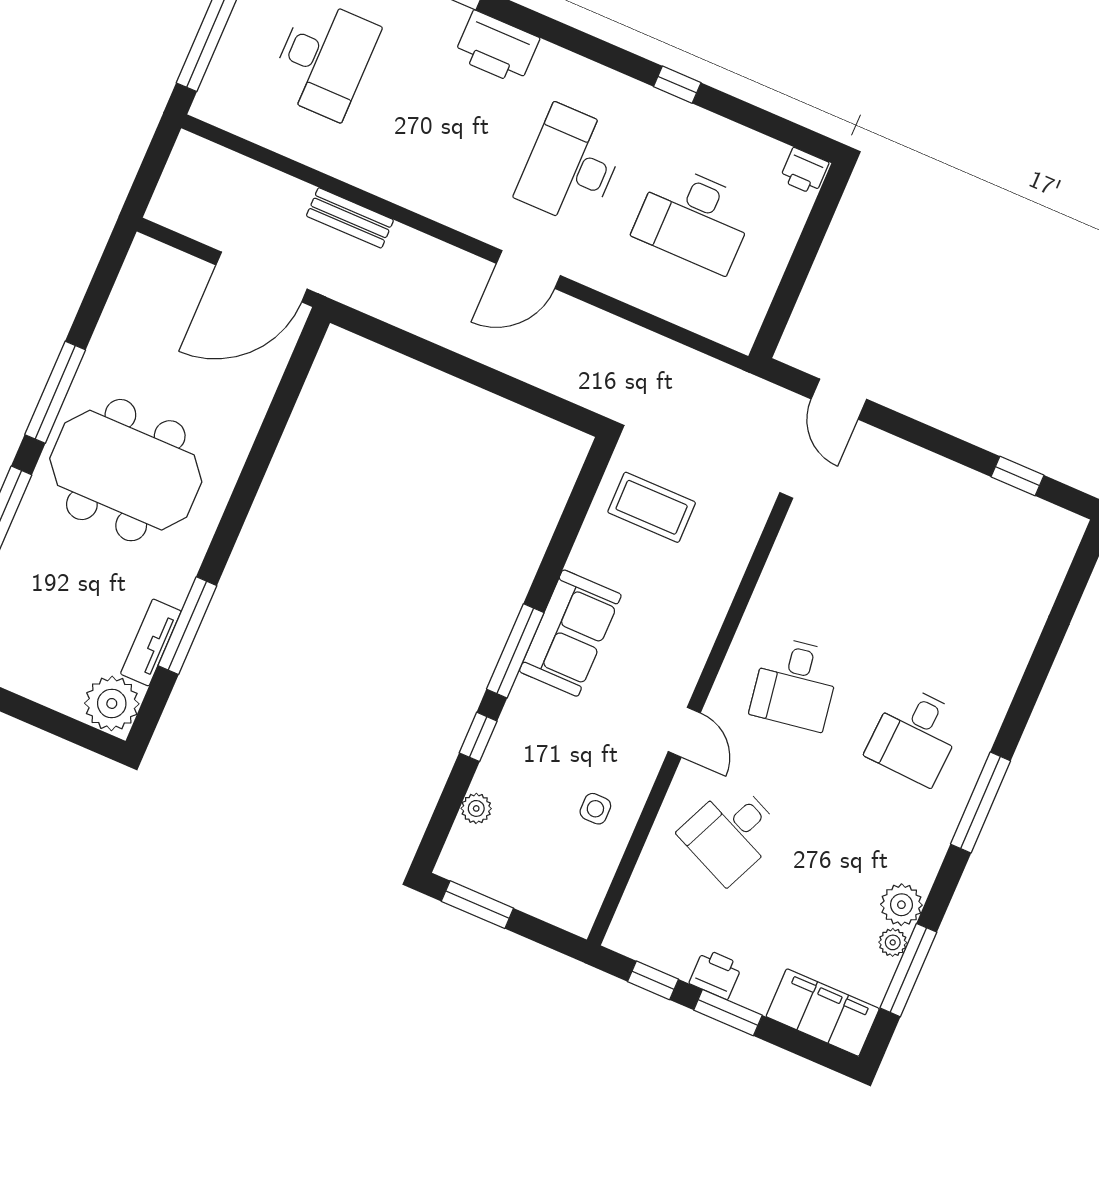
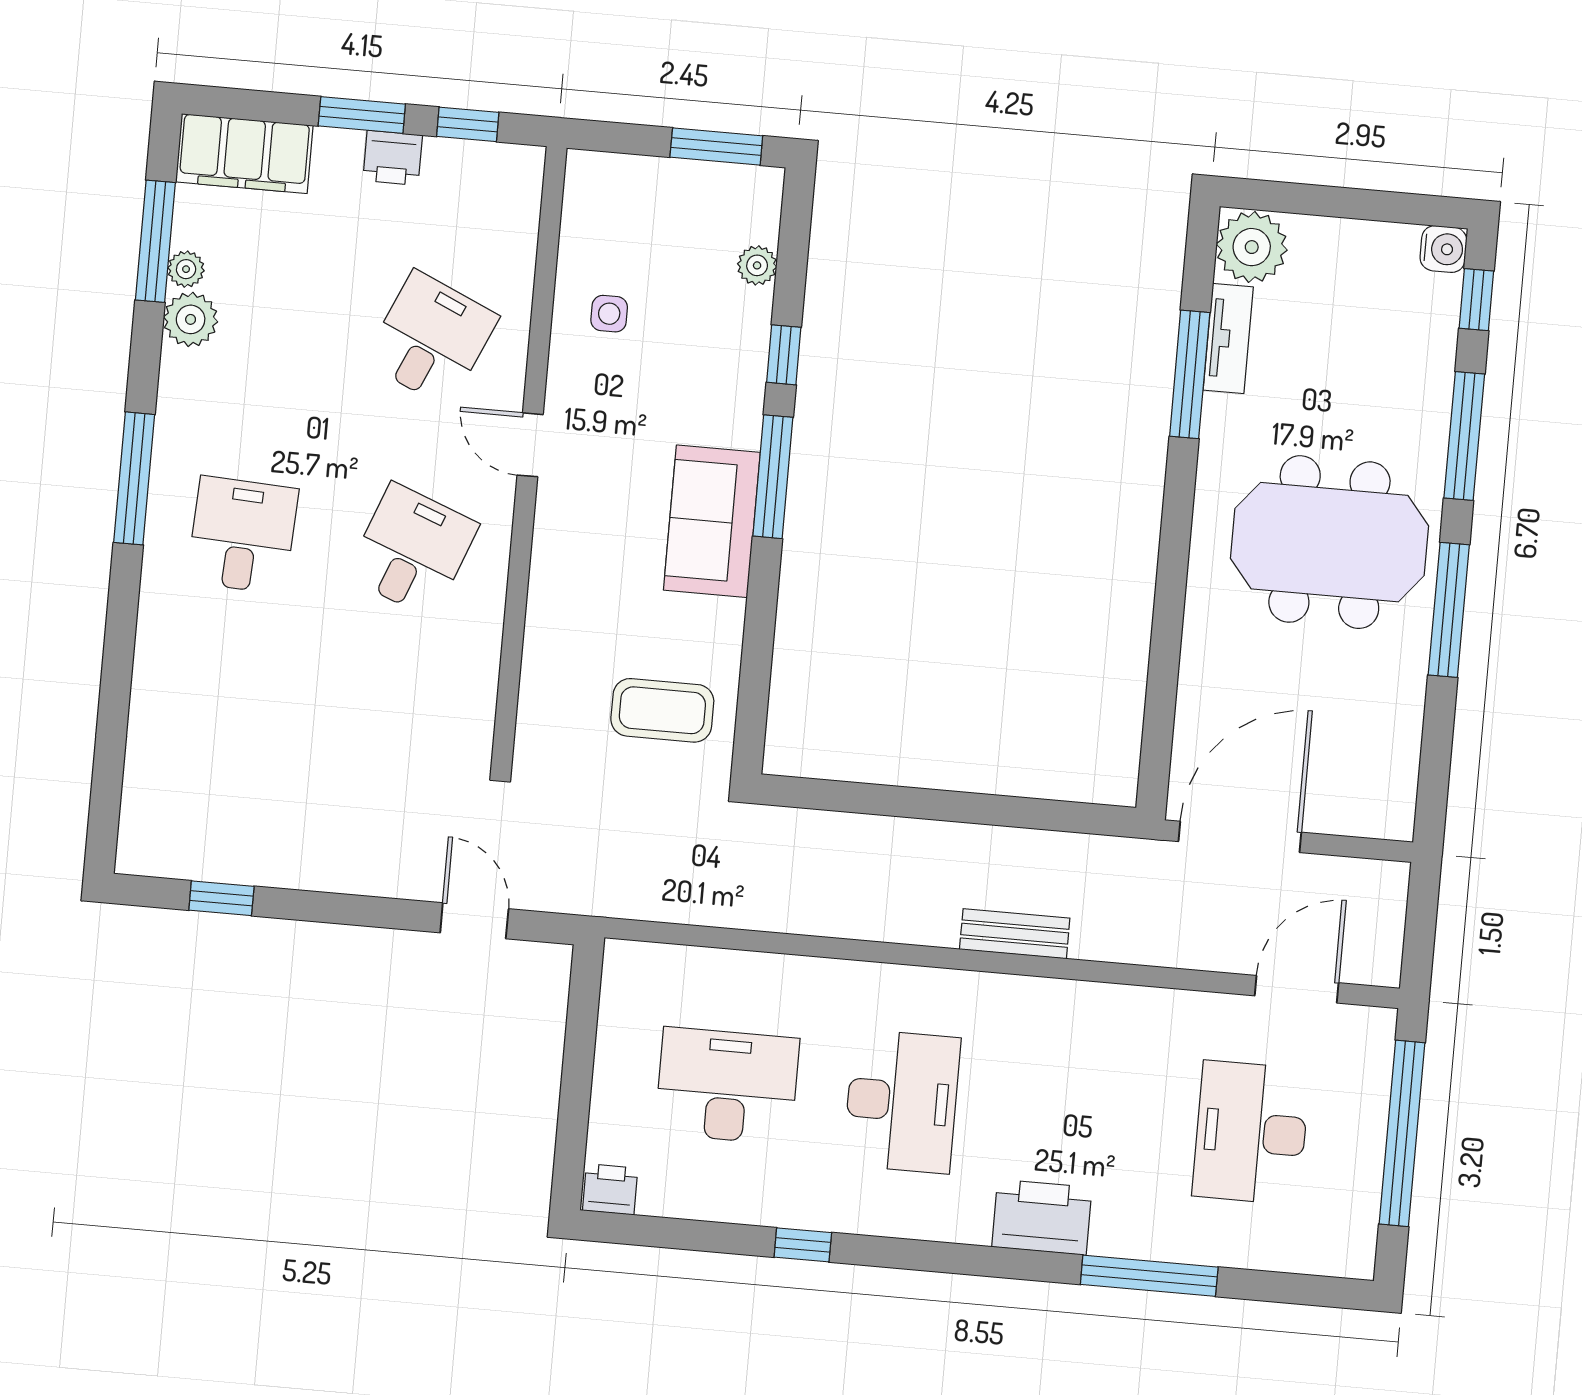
bench: (350, 218) -> (1015, 934), moved
door: (528, 269) -> (1297, 989), moved
desk: (795, 684) -> (412, 550), turned 30

